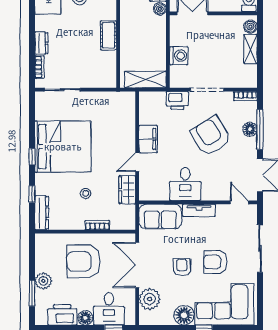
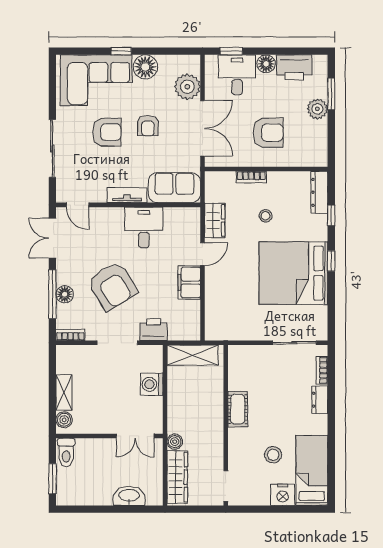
armchair: (84, 261) -> (268, 133), width x0.73, depth x0.73

